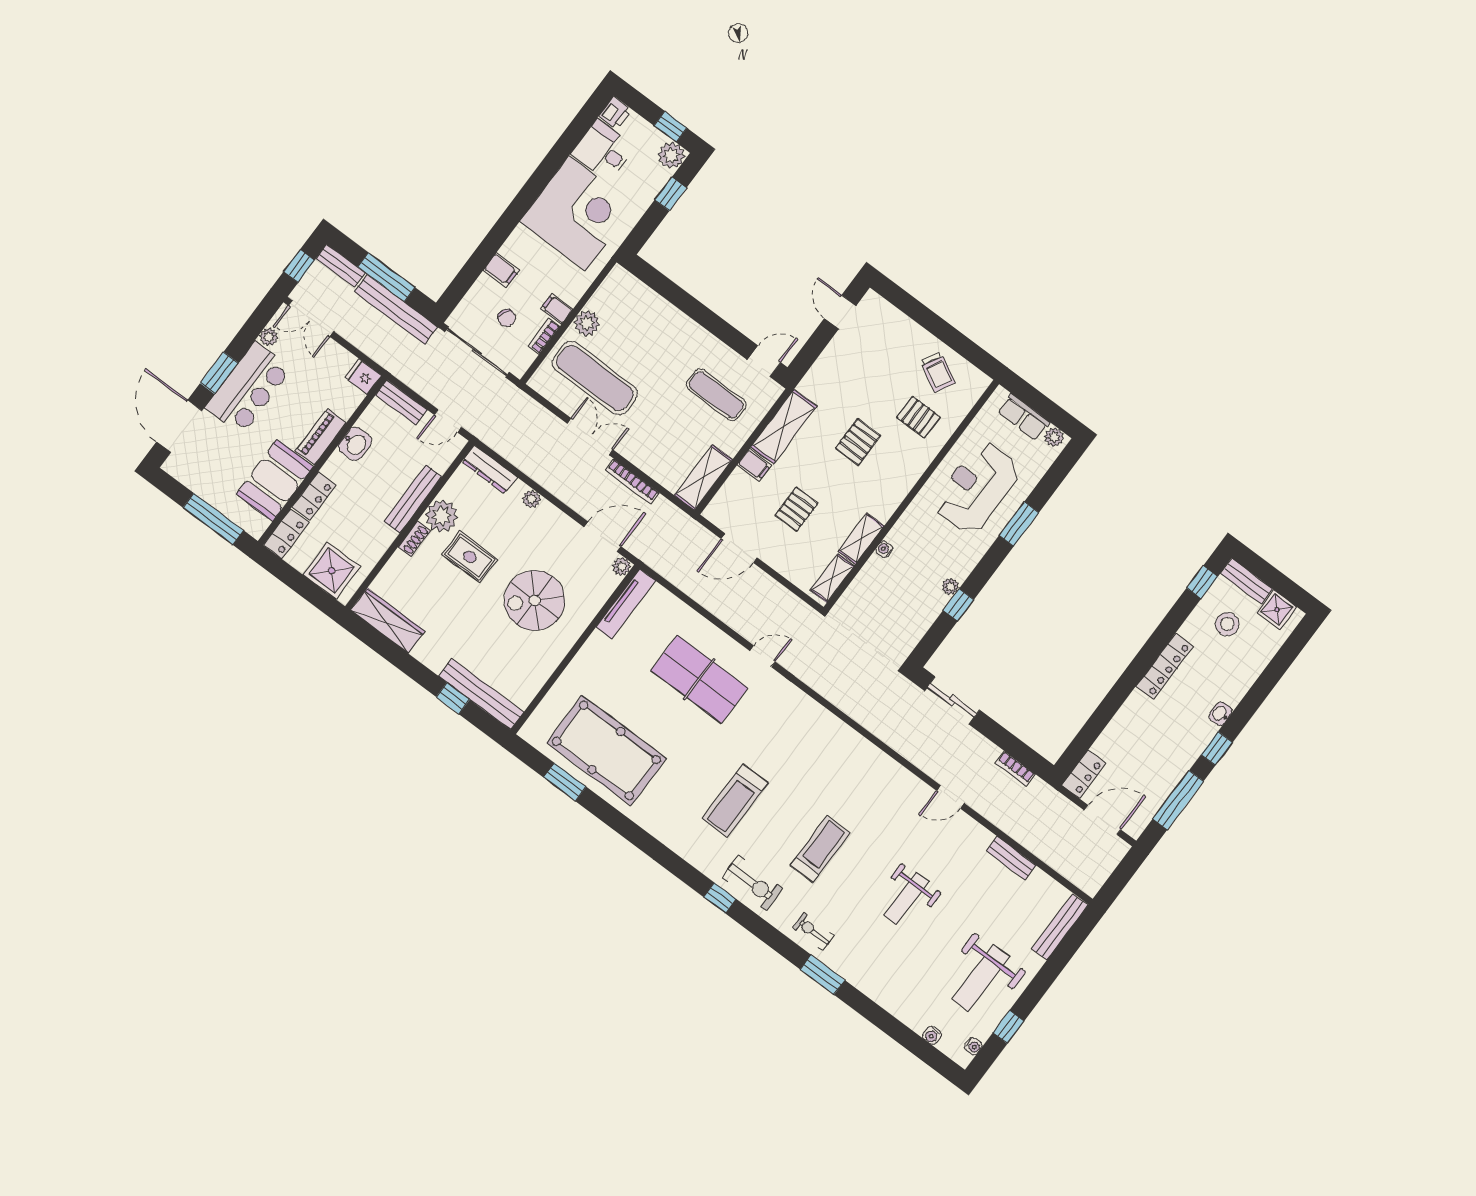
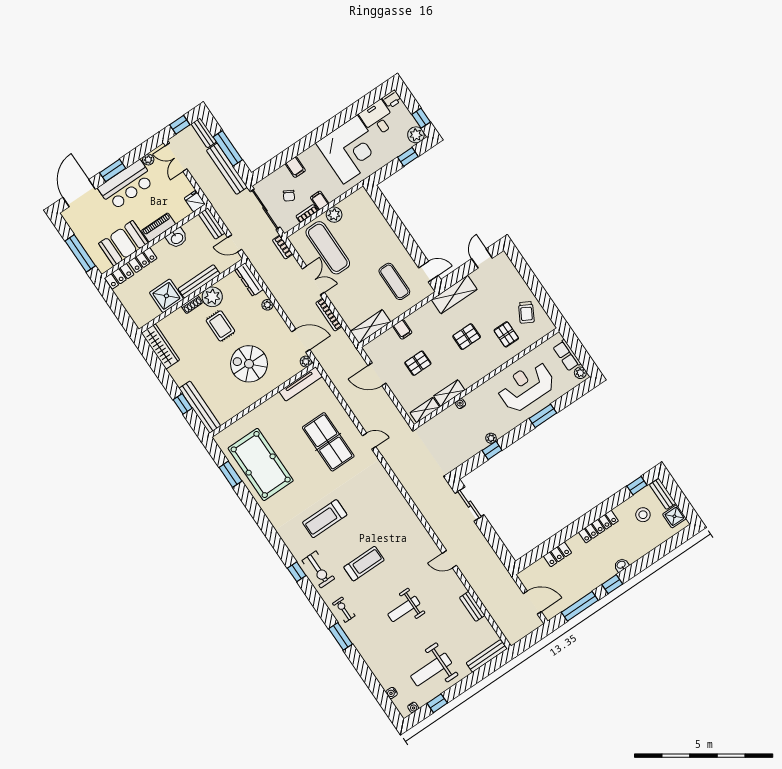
shelving: (784, 427) -> (454, 295), moved
shower: (332, 571) -> (166, 296), moved
bookcase: (1015, 769) -> (283, 247), moved
locker: (1084, 774) -> (557, 554), moved

